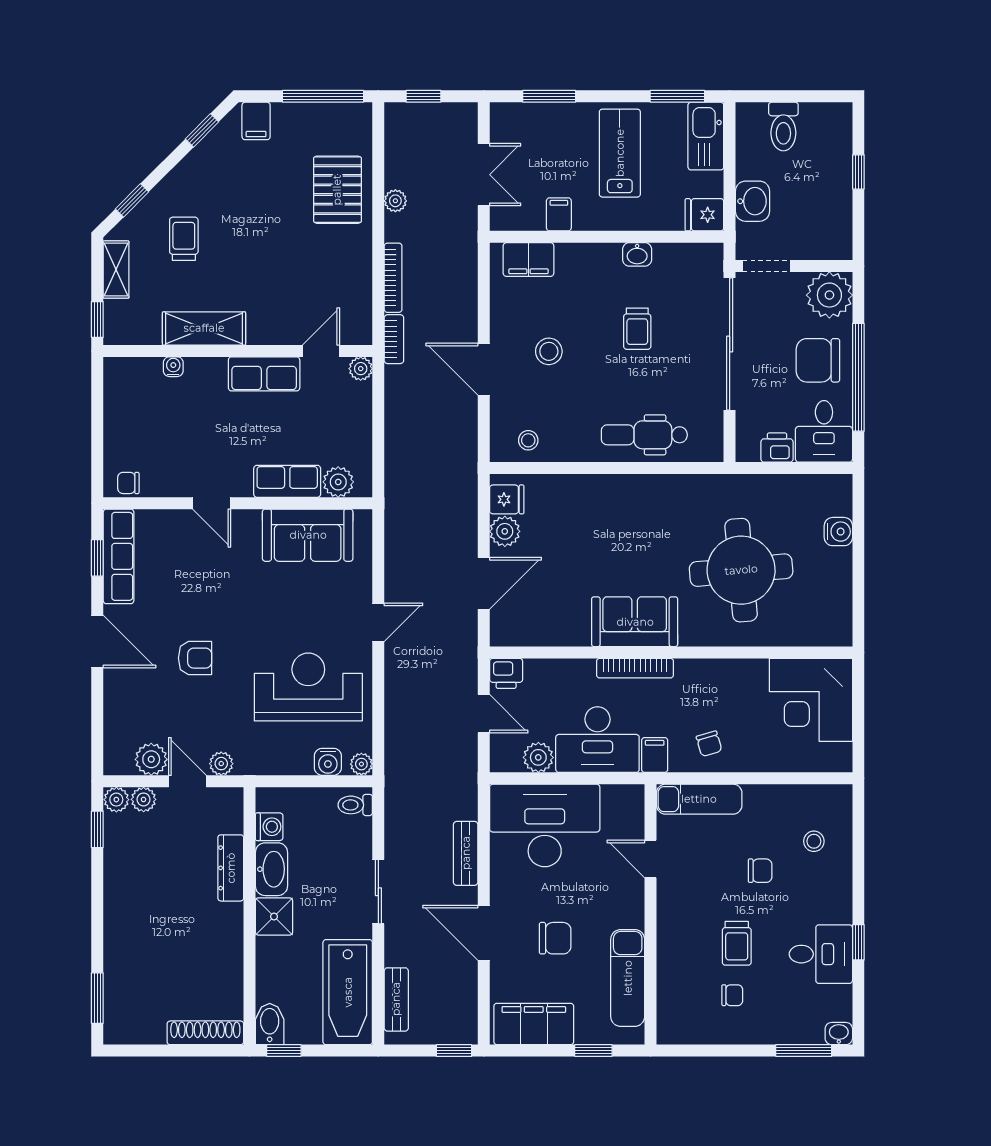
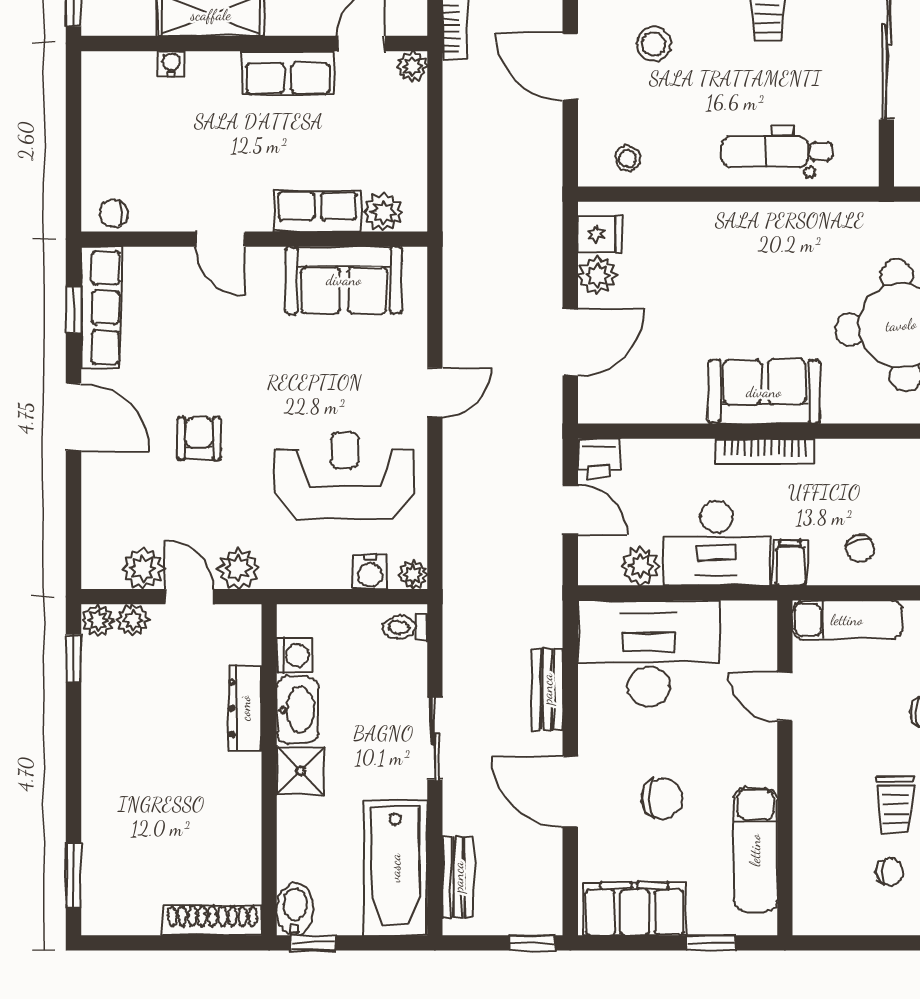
armchair: (195, 658) -> (199, 438), turned -90
plant: (221, 764) -> (239, 568), width x1.38, depth x1.38

